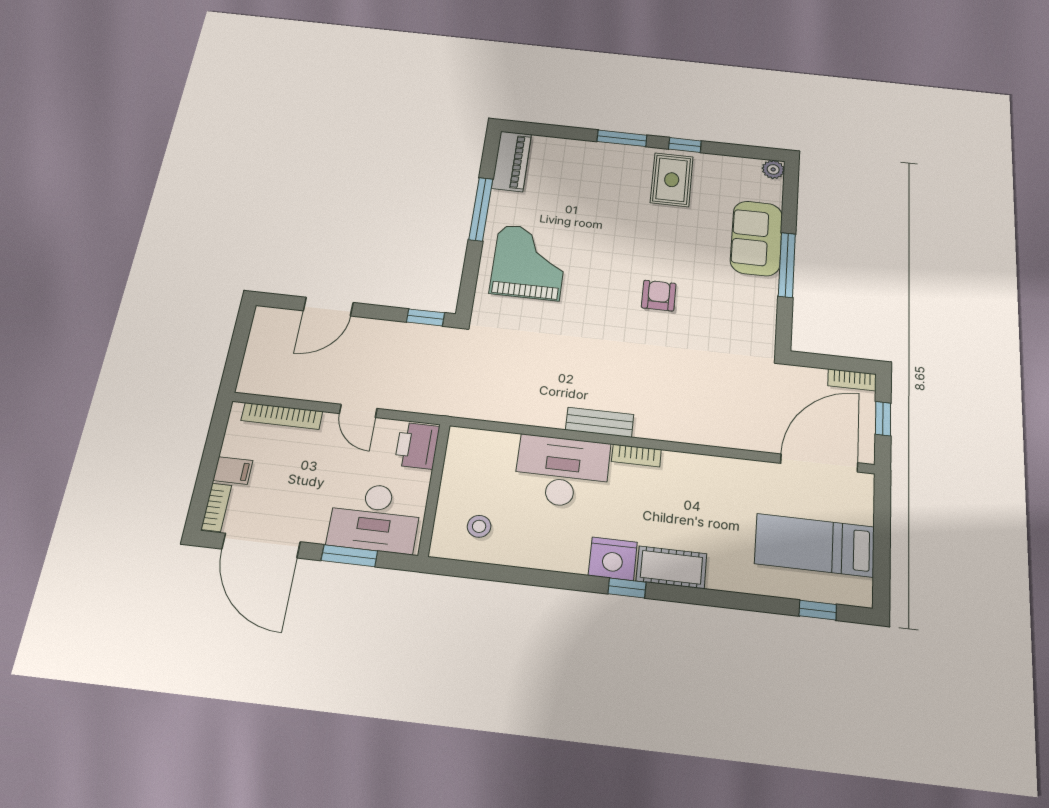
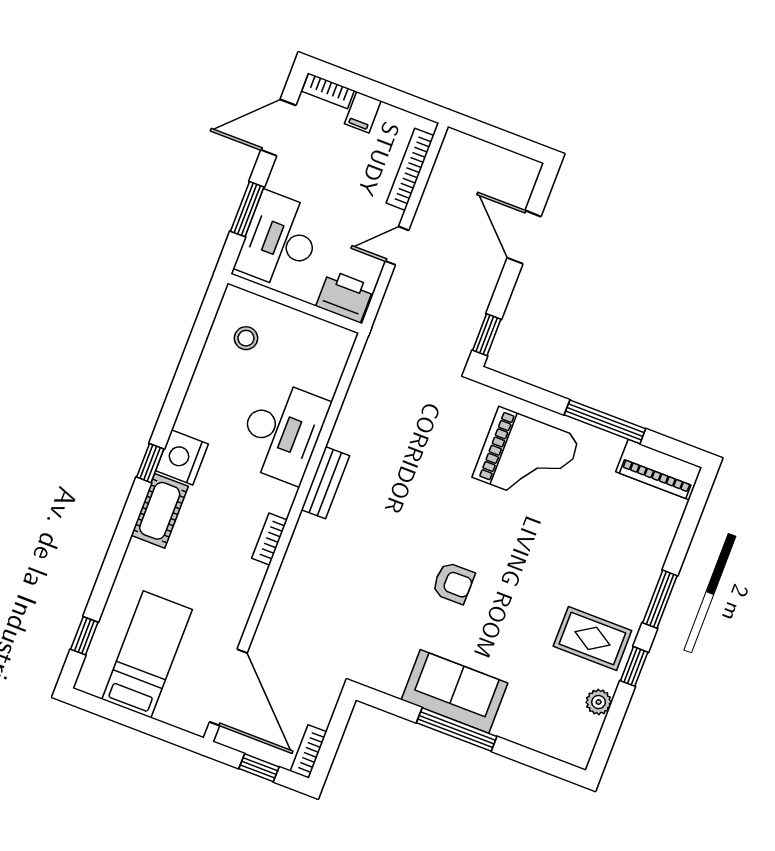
plant: (773, 169) -> (599, 702), moved
sofa: (756, 238) -> (455, 691), moved
bookcase: (636, 456) -> (270, 539), moved
door: (261, 545) -> (278, 128), width x0.73

